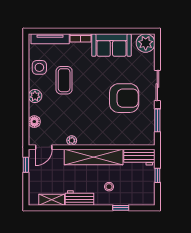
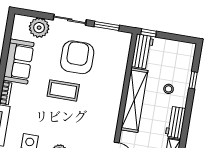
plant: (146, 43) -> (39, 28), moved
coffee table: (64, 80) -> (63, 90), moved
plant: (72, 140) -> (113, 120), removed
window: (157, 175) -> (149, 33), moved

